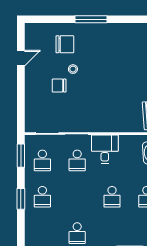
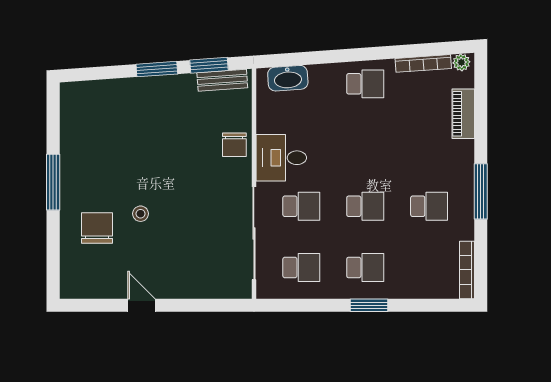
door: (21, 58) -> (141, 305), moved
chair: (59, 86) -> (234, 145), moved
window: (21, 156) -> (293, 305), removed
school desk: (112, 197) -> (365, 206), moved

